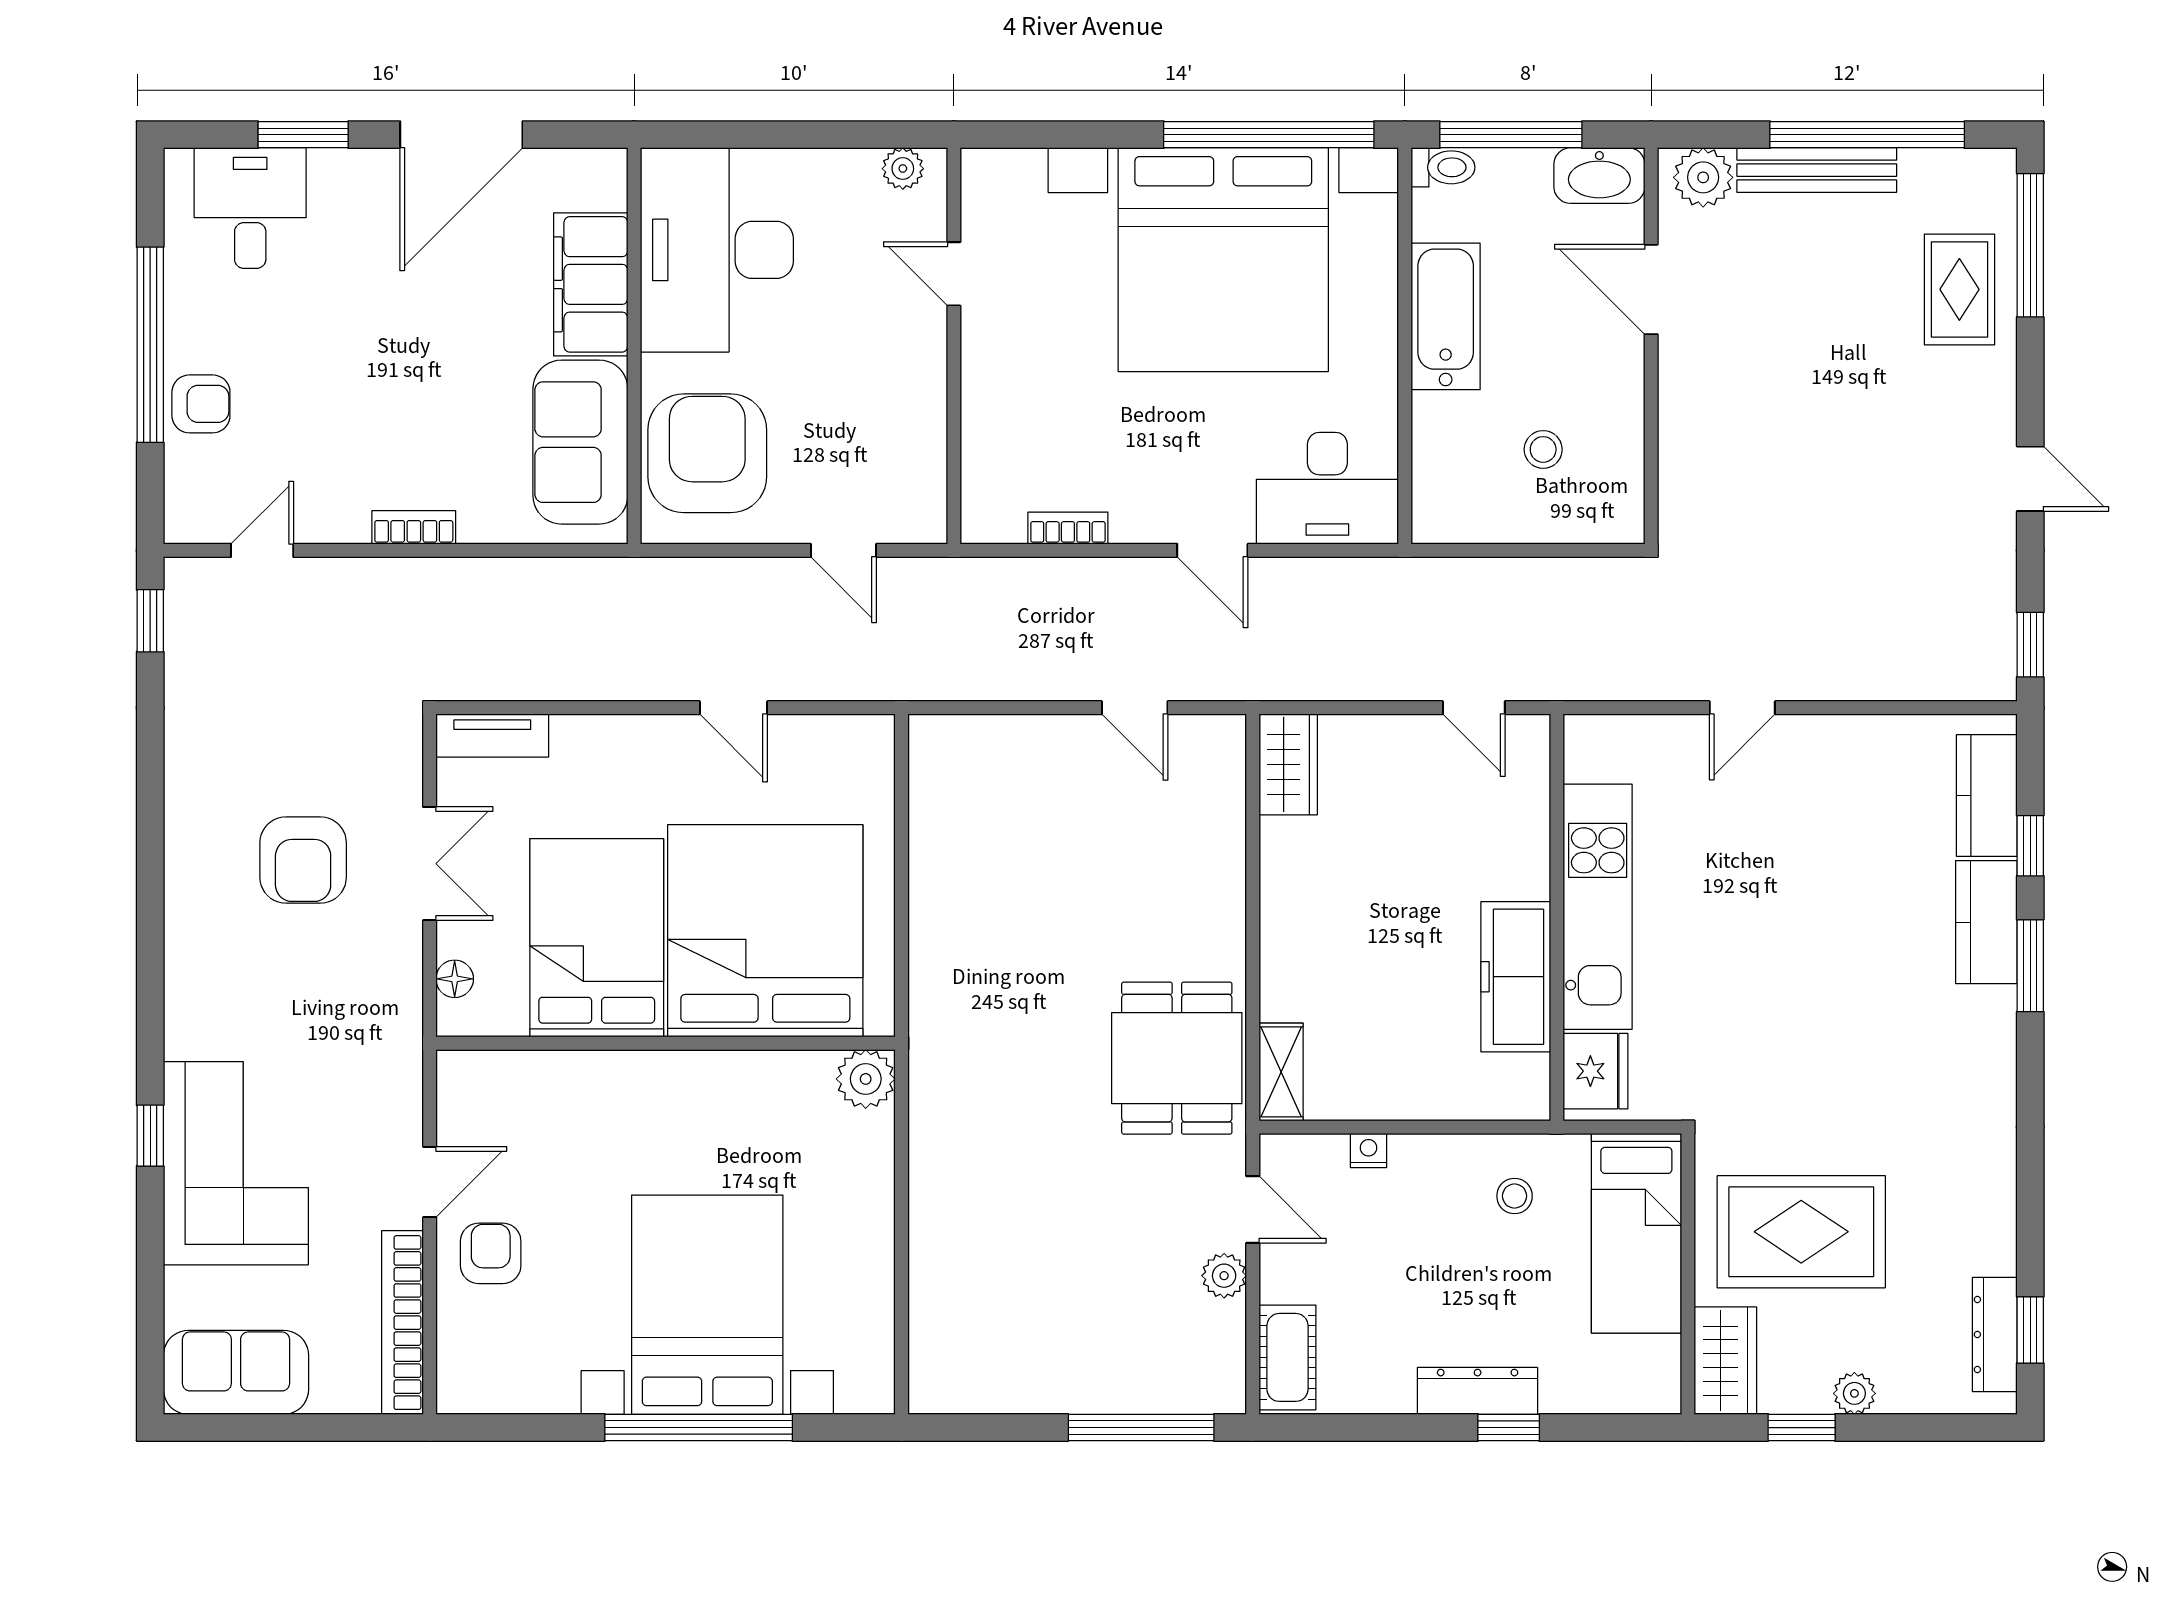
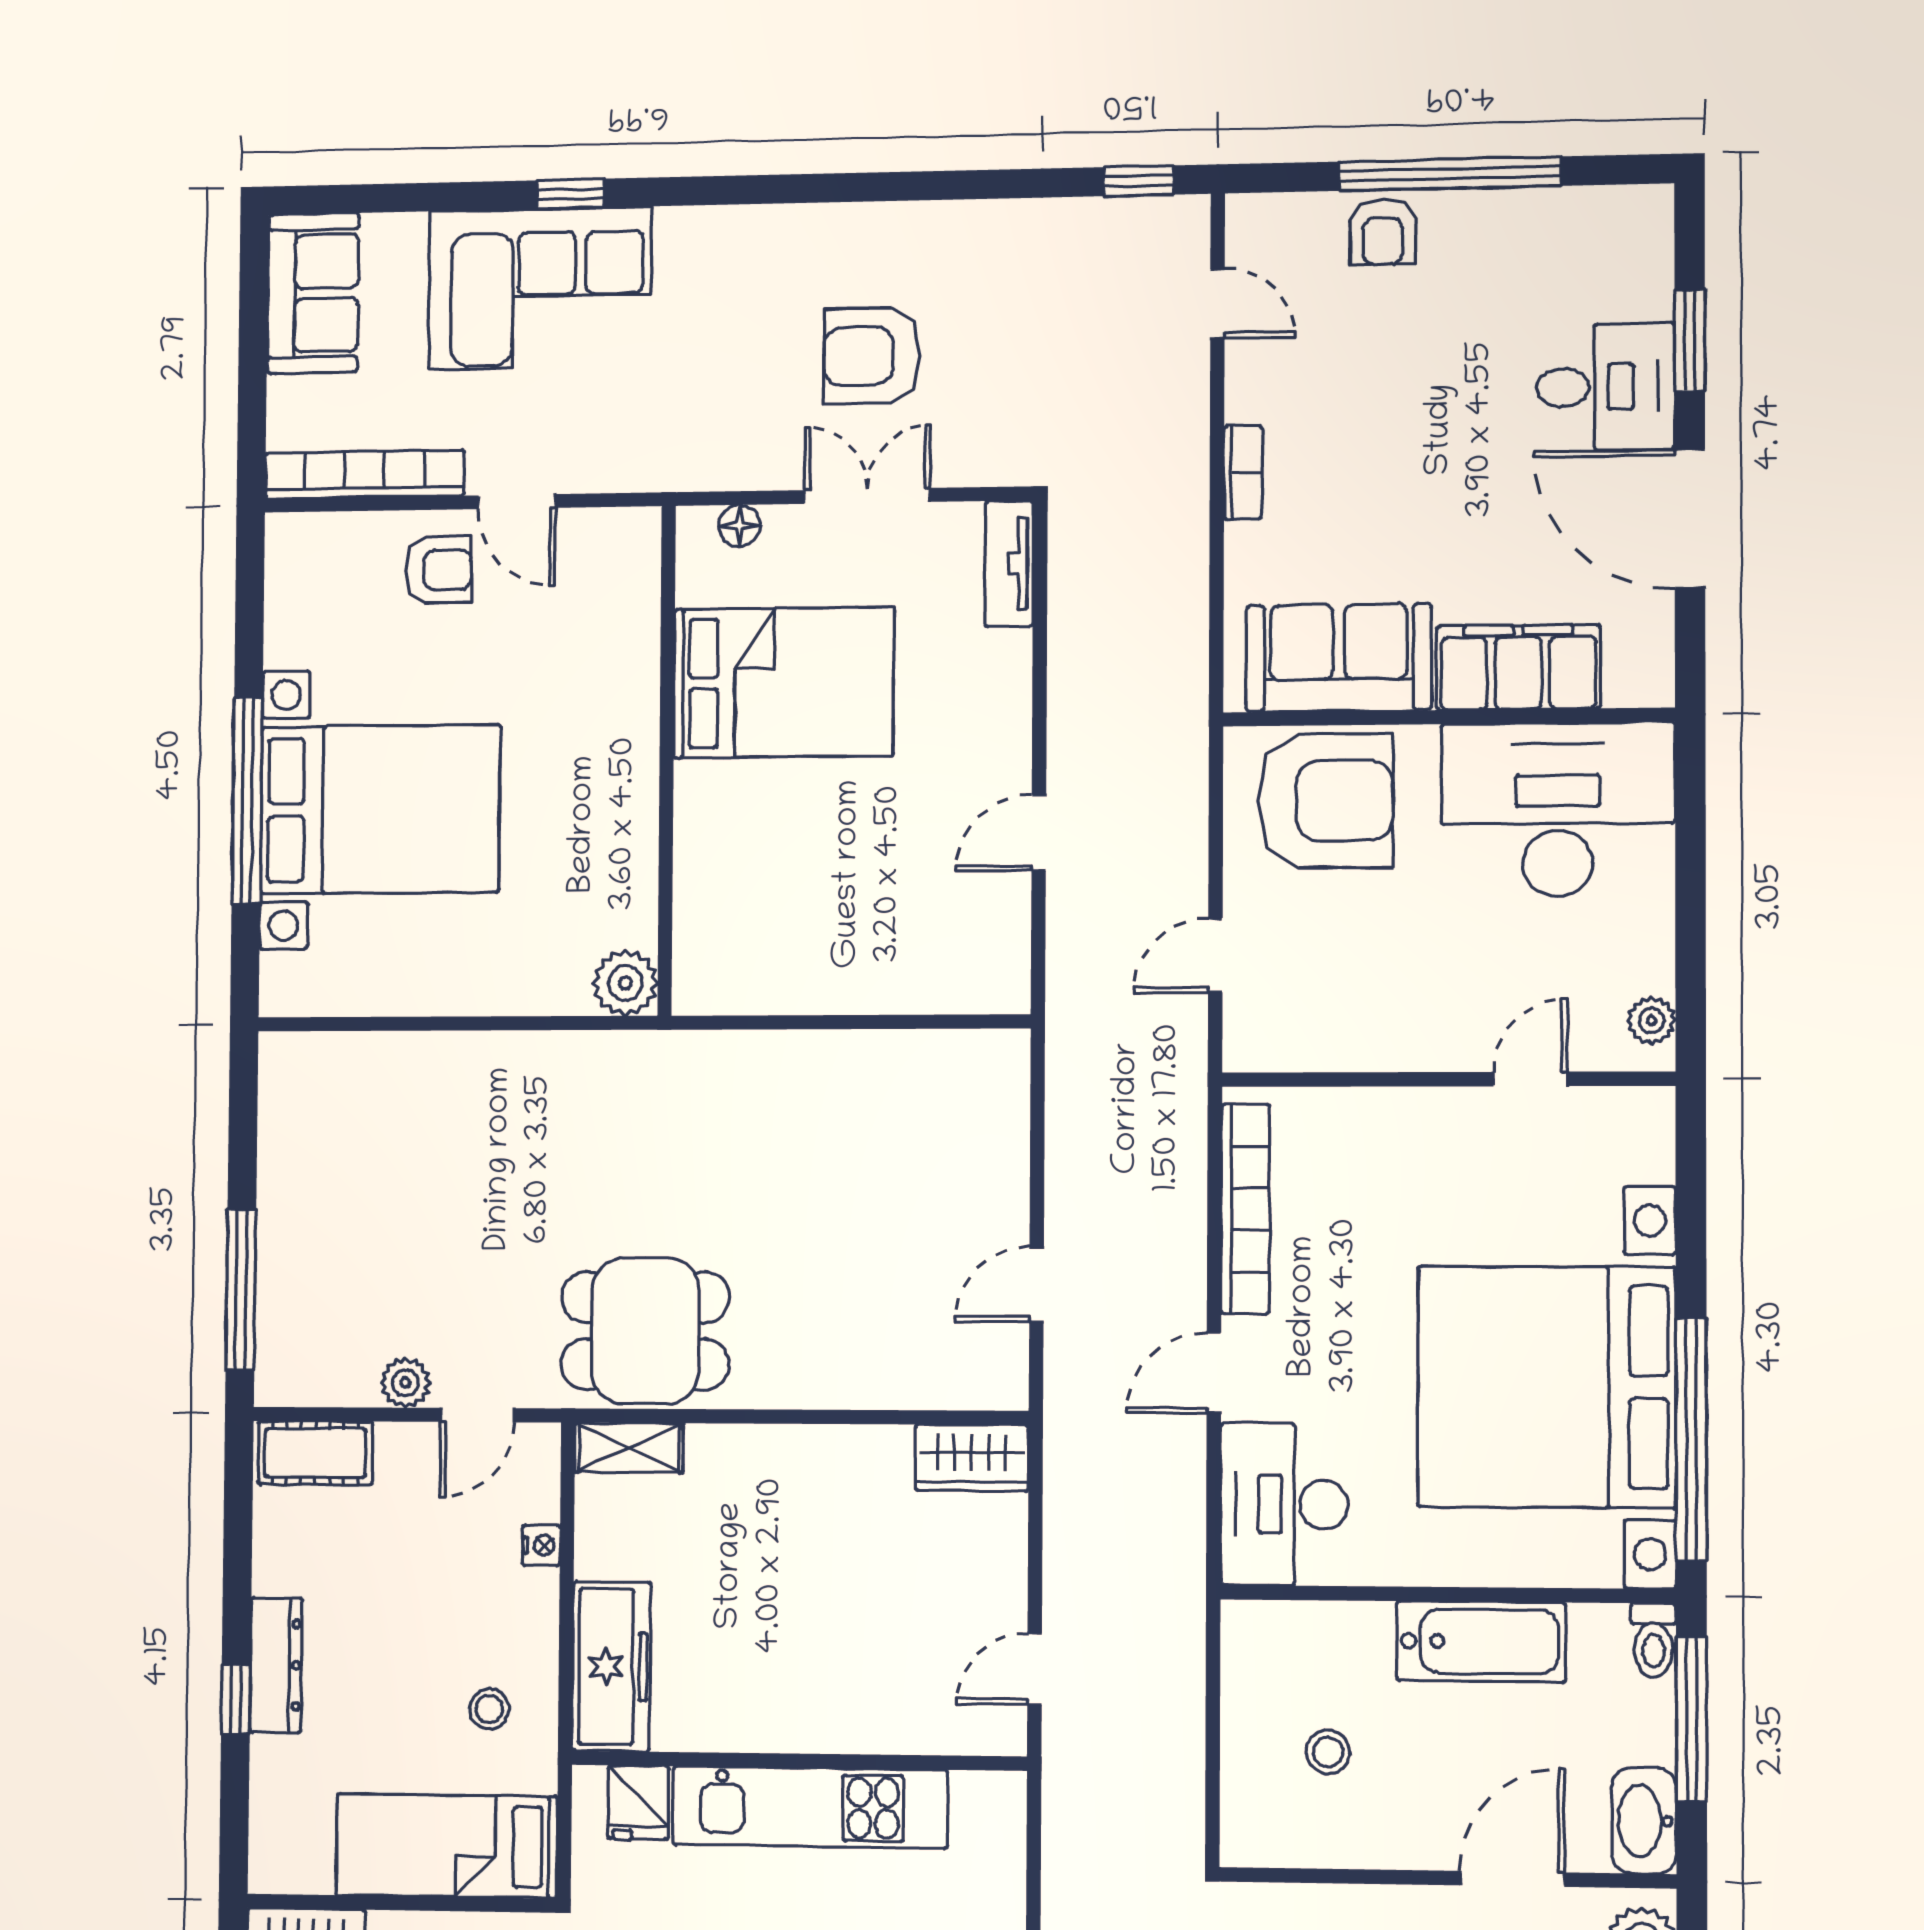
desk: (250, 208) -> (1606, 387), moved
bookcase: (1068, 528) -> (1245, 1209), width x2.31, depth x1.31
double door: (430, 864) -> (867, 496), swing flipped
bed: (765, 931) -> (790, 870), removed
freezer: (1516, 977) -> (611, 1666), moved, turned 90
fridge: (1596, 1071) -> (638, 1802), width x0.72

